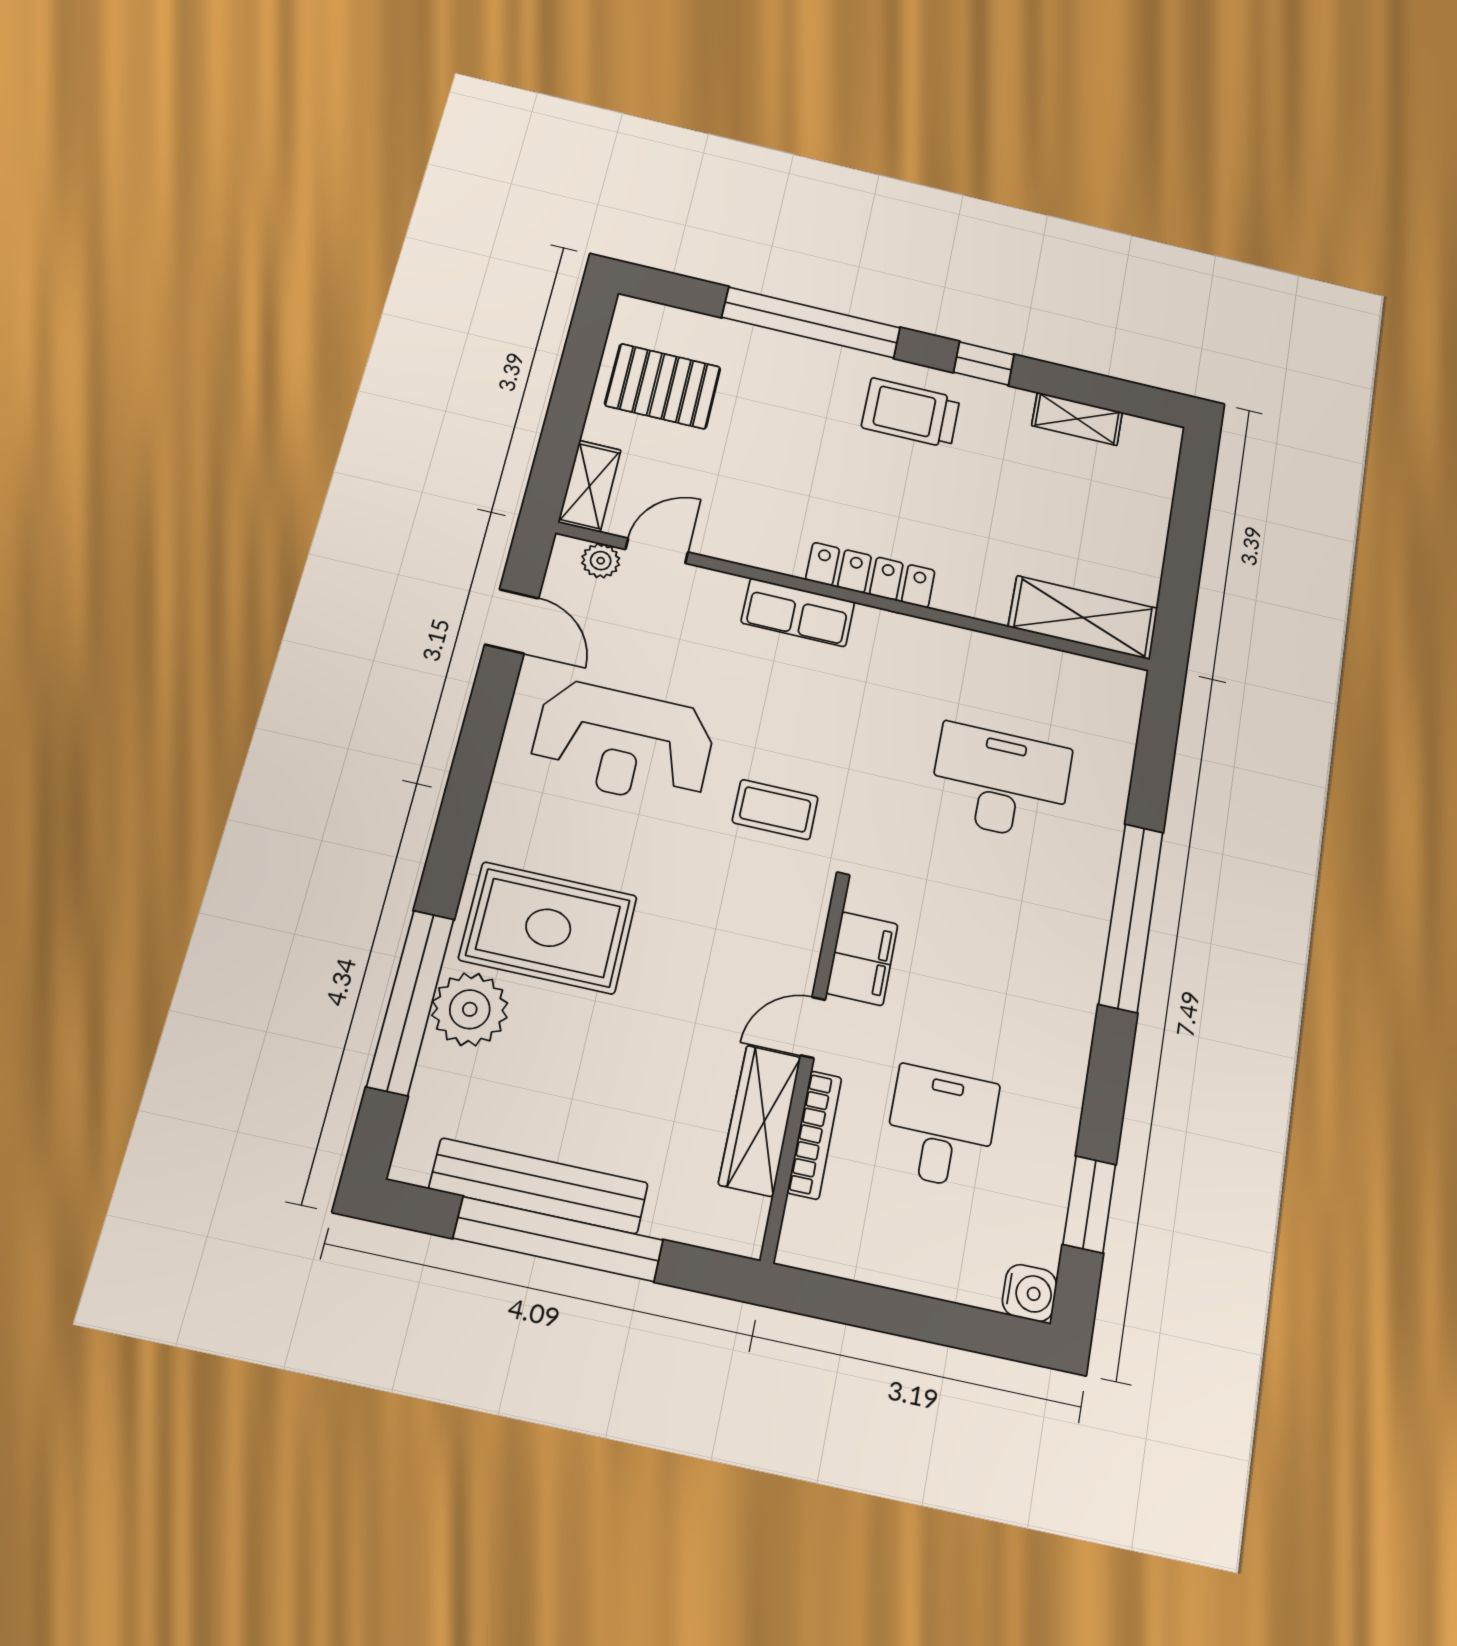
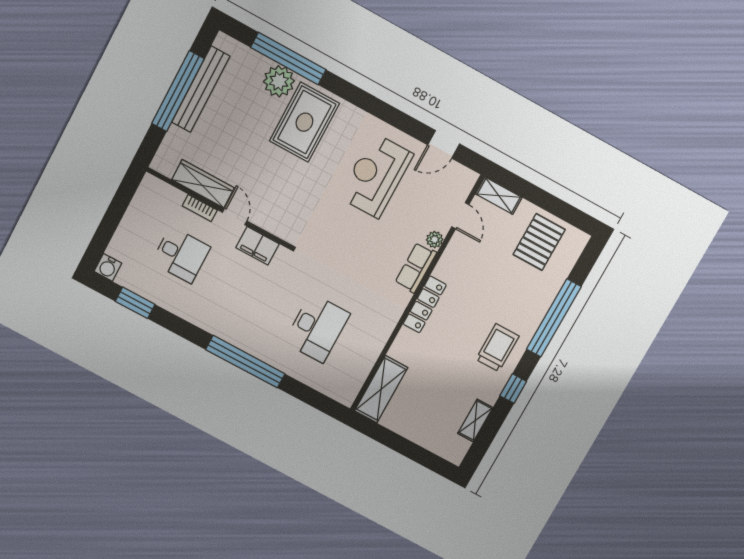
plant: (601, 561) -> (435, 240), moved
coffee table: (775, 809) -> (330, 230), removed
bookcase: (815, 1135) -> (200, 208), width x0.64

